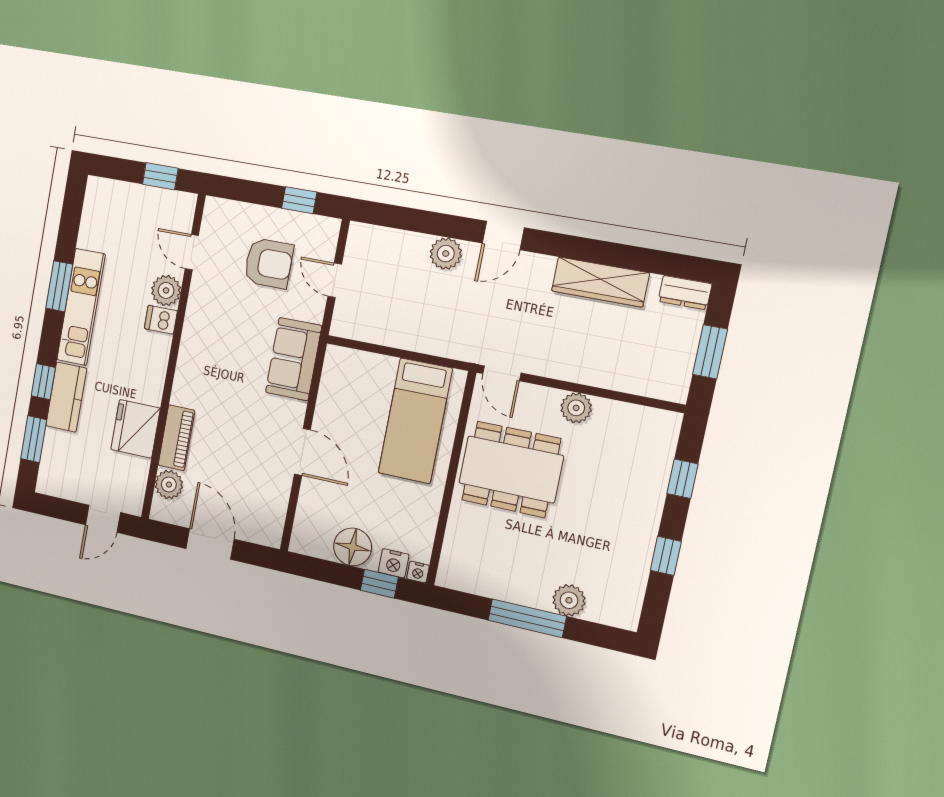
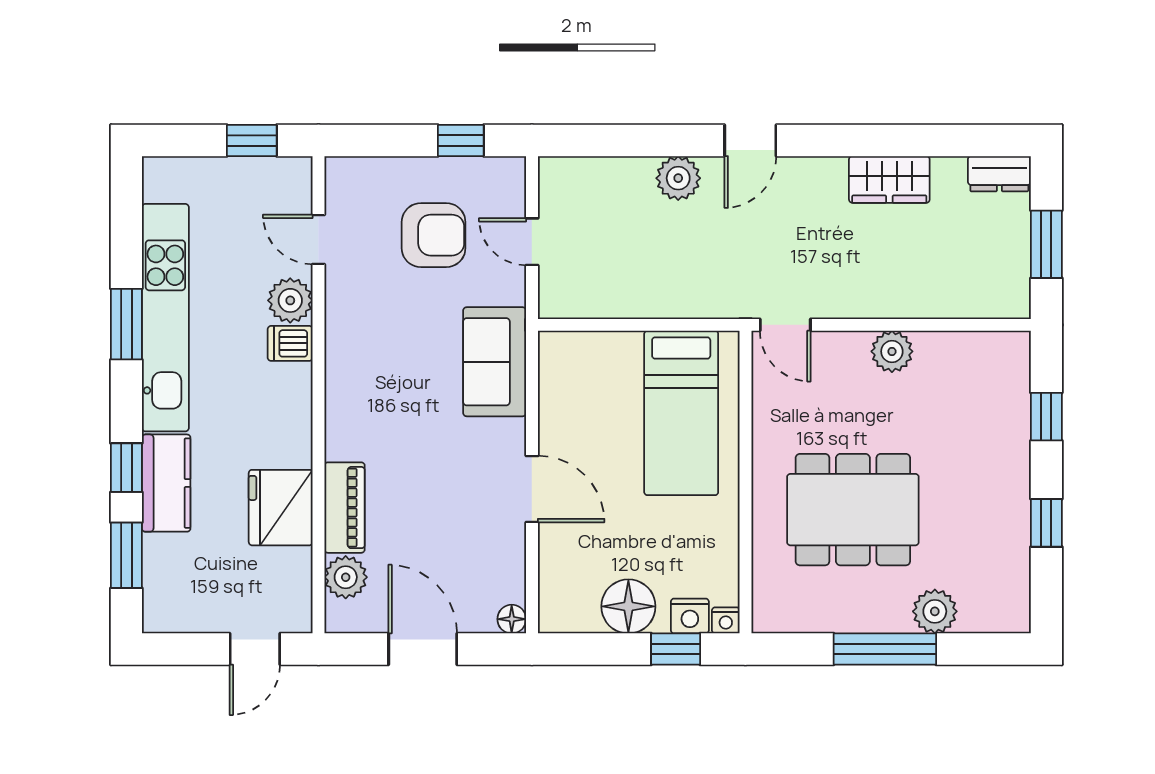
wardrobe: (600, 282) -> (889, 179), width x0.67
kitchen unit: (81, 307) -> (165, 318), width x1.36
dining table: (511, 469) -> (853, 510), moved
floor lamp: (272, 537) -> (512, 619), added

